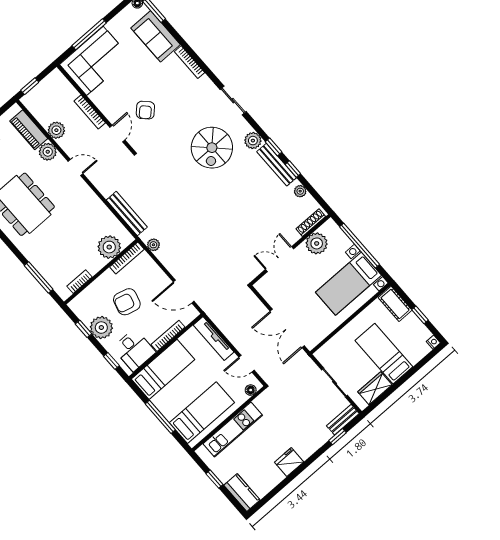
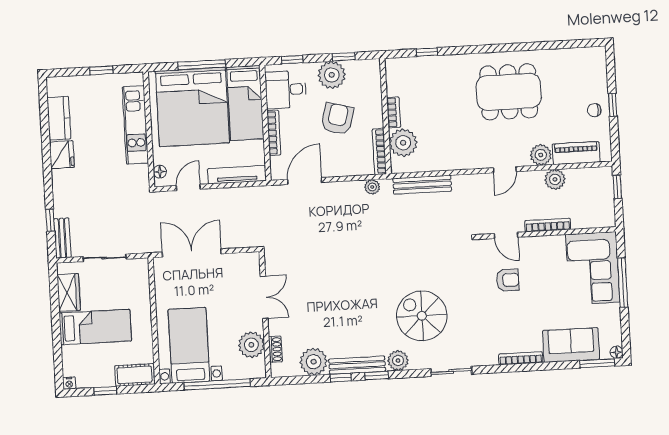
armchair: (145, 110) -> (508, 280), turned 135
plant: (300, 191) -> (314, 362), width x1.88, depth x1.88
shoe rack: (311, 223) -> (275, 349), width x0.70
window: (39, 277) -> (427, 52), width x0.46
bookcase: (80, 282) -> (394, 112), moved
bed: (202, 413) -> (192, 107), width x2.04
kitchen counter: (242, 493) -> (59, 118), moved, turned -90

